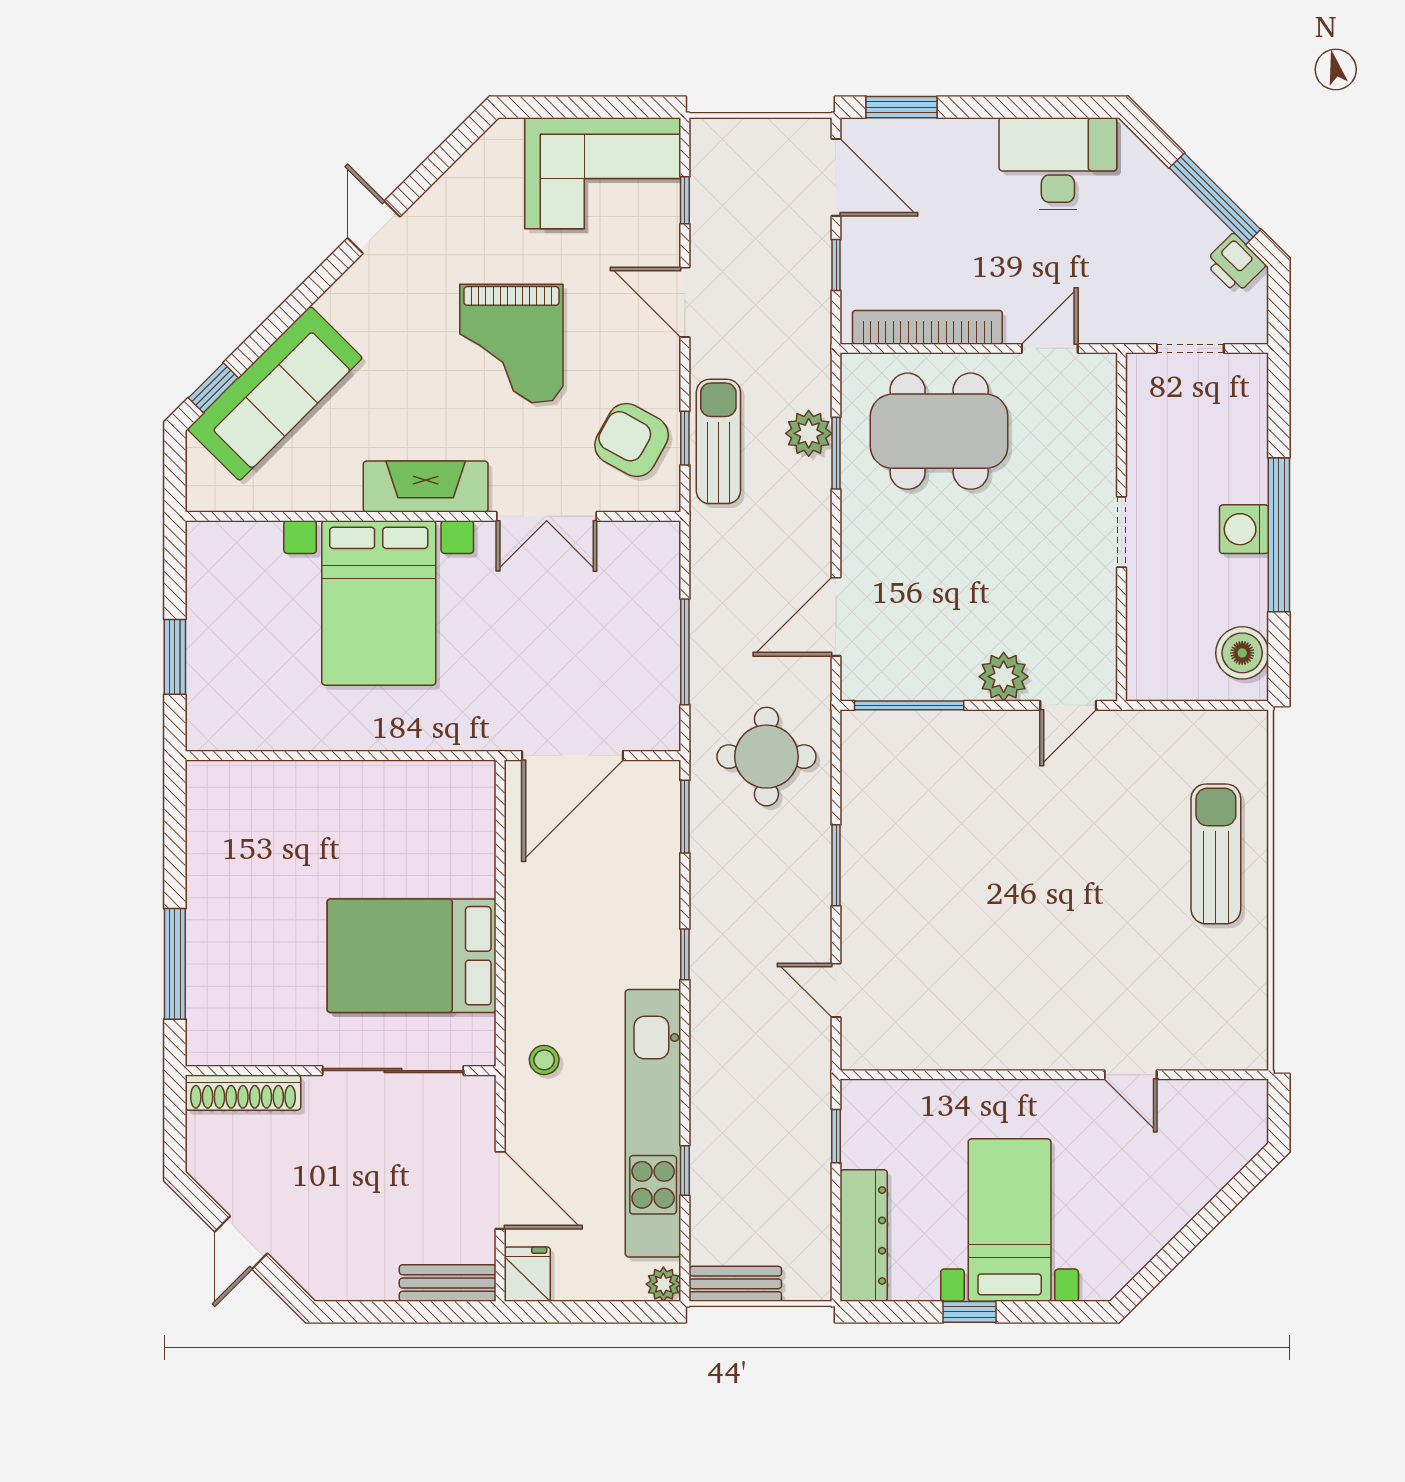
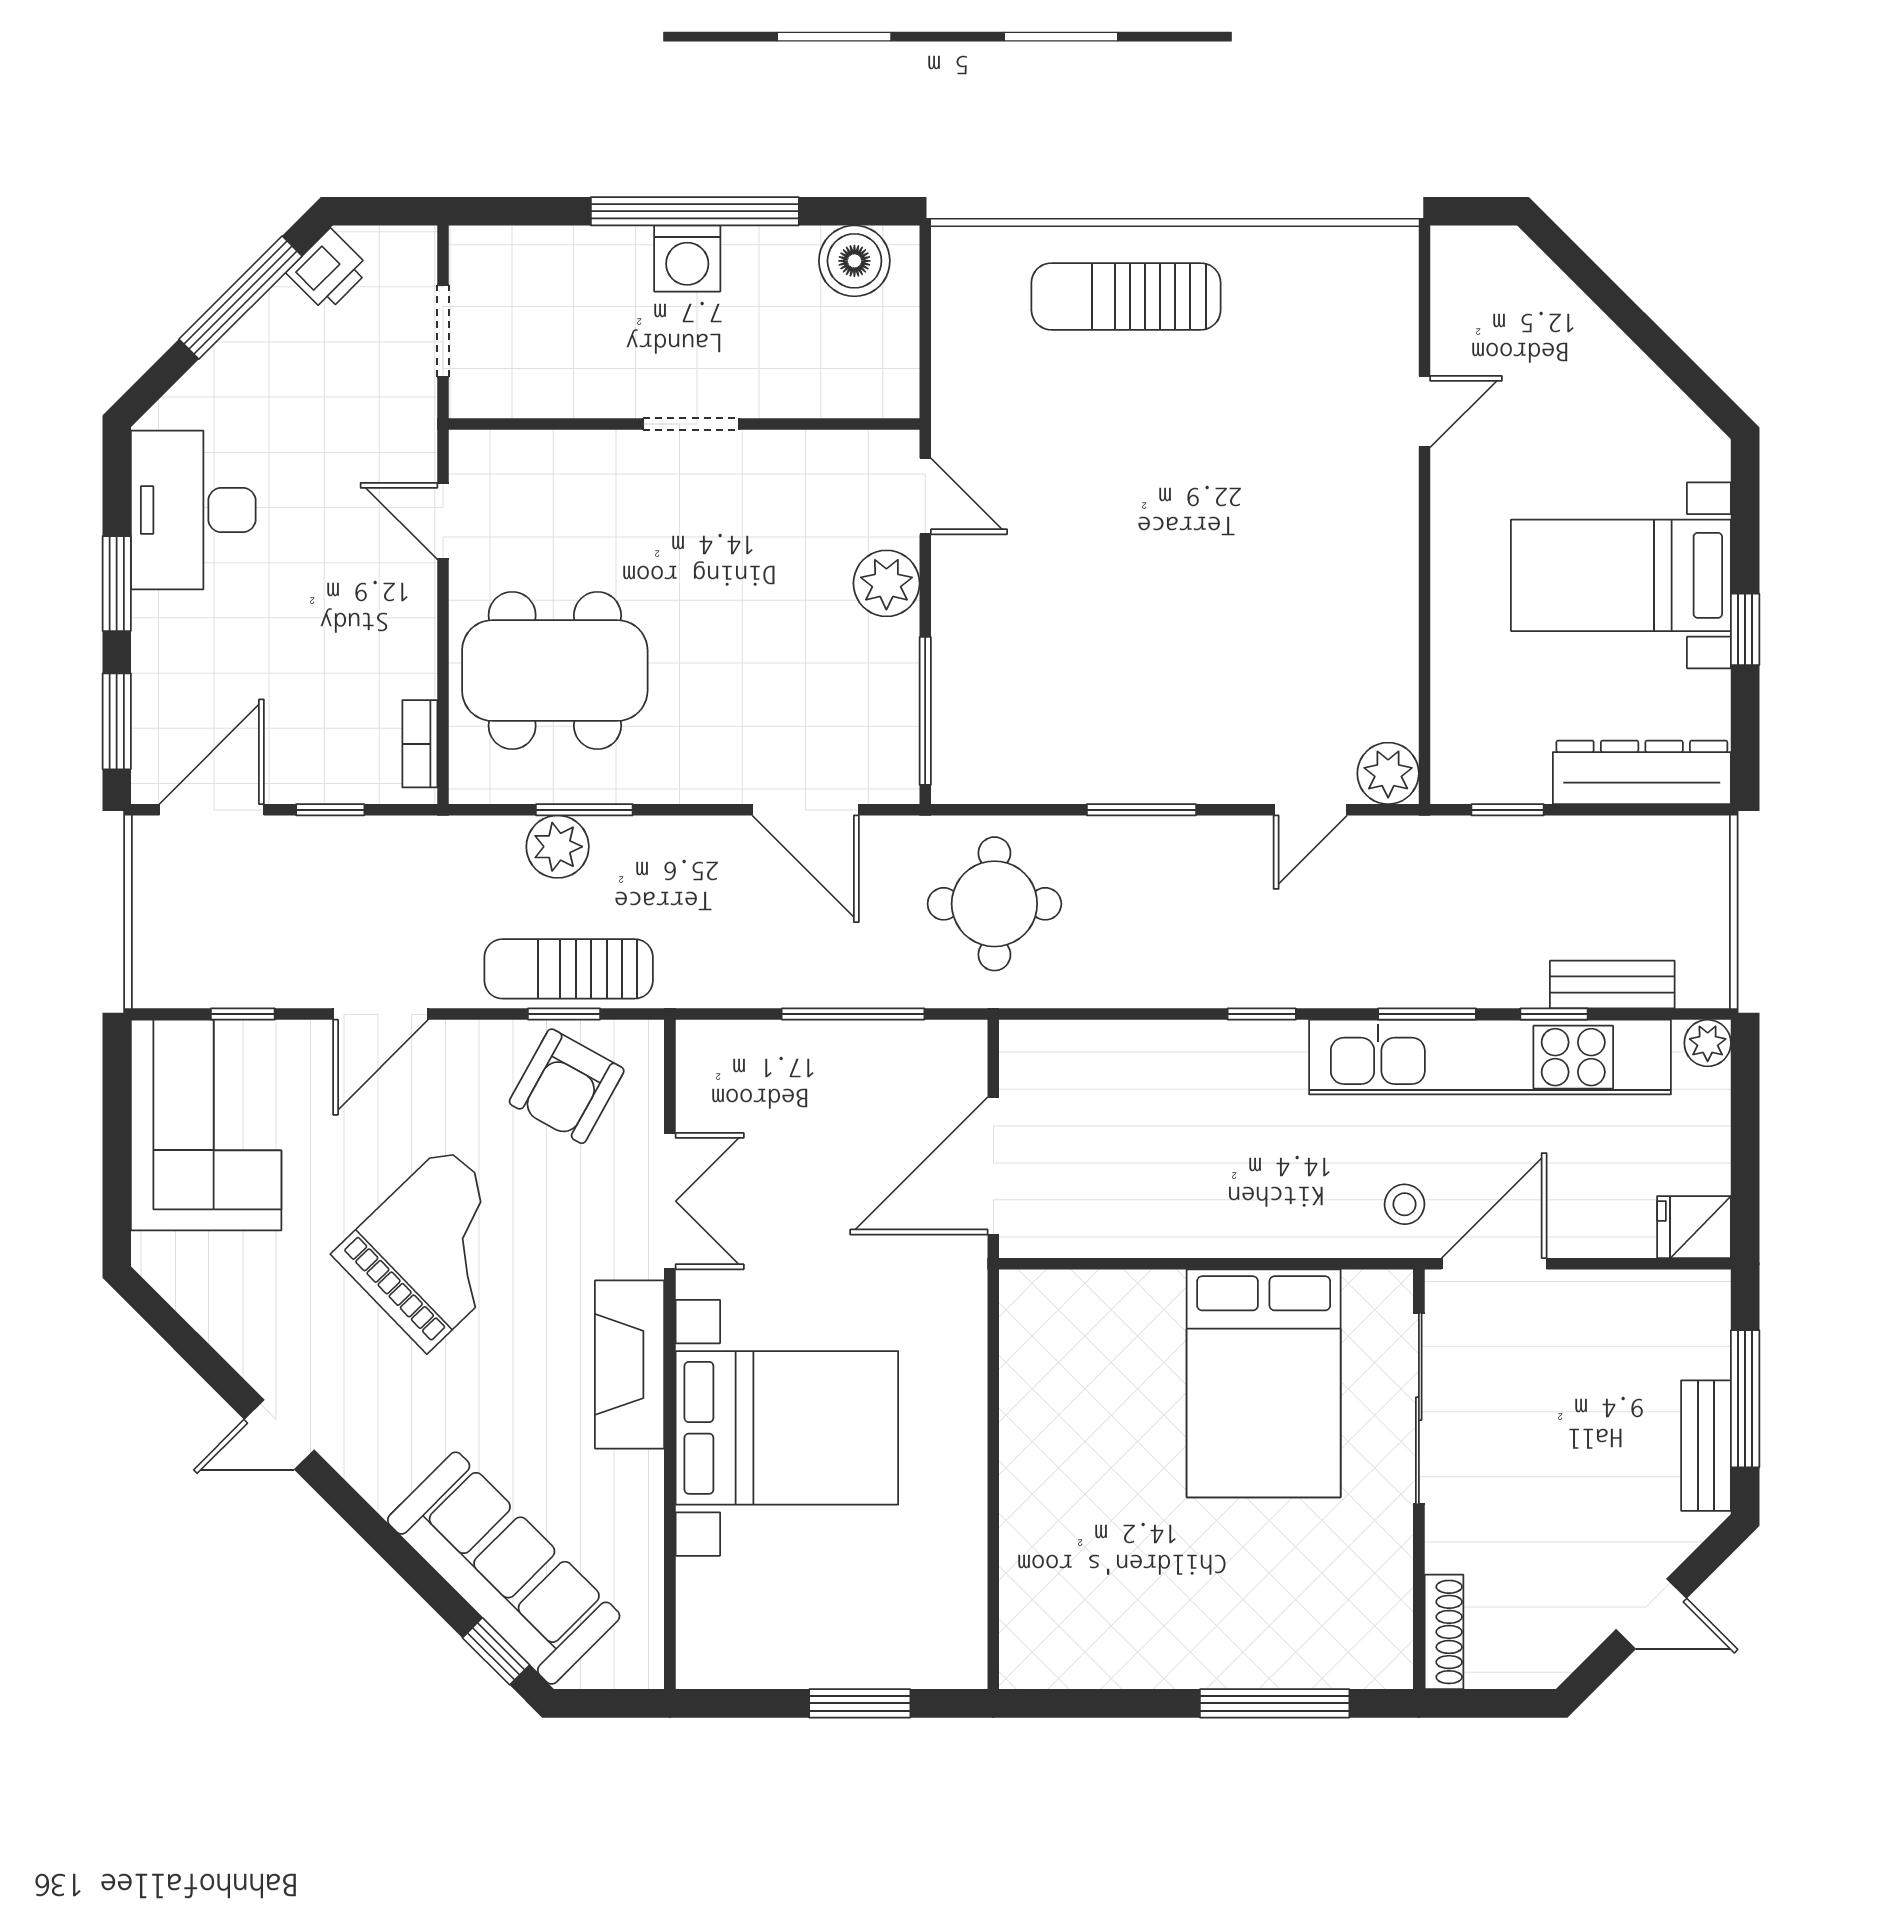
window: (1003, 107) -> (117, 584), added
bookcase: (927, 327) -> (420, 744), width x0.43, depth x0.76
grand piano: (511, 344) -> (436, 1248), turned -44
dining table: (939, 431) -> (555, 671), turned 90
door: (573, 756) -> (993, 1166), swing flipped
window: (685, 817) -> (1427, 1014), moved
plant: (863, 1048) -> (1388, 773), added
shoe rack: (243, 1093) -> (1444, 1632), width x0.74, depth x0.81
door: (500, 1190) -> (1494, 1264), moved
bench: (448, 1283) -> (1706, 1446), moved
bench: (735, 1284) -> (1612, 985), moved, turned 90
window: (400, 1312) -> (1745, 1399), added

